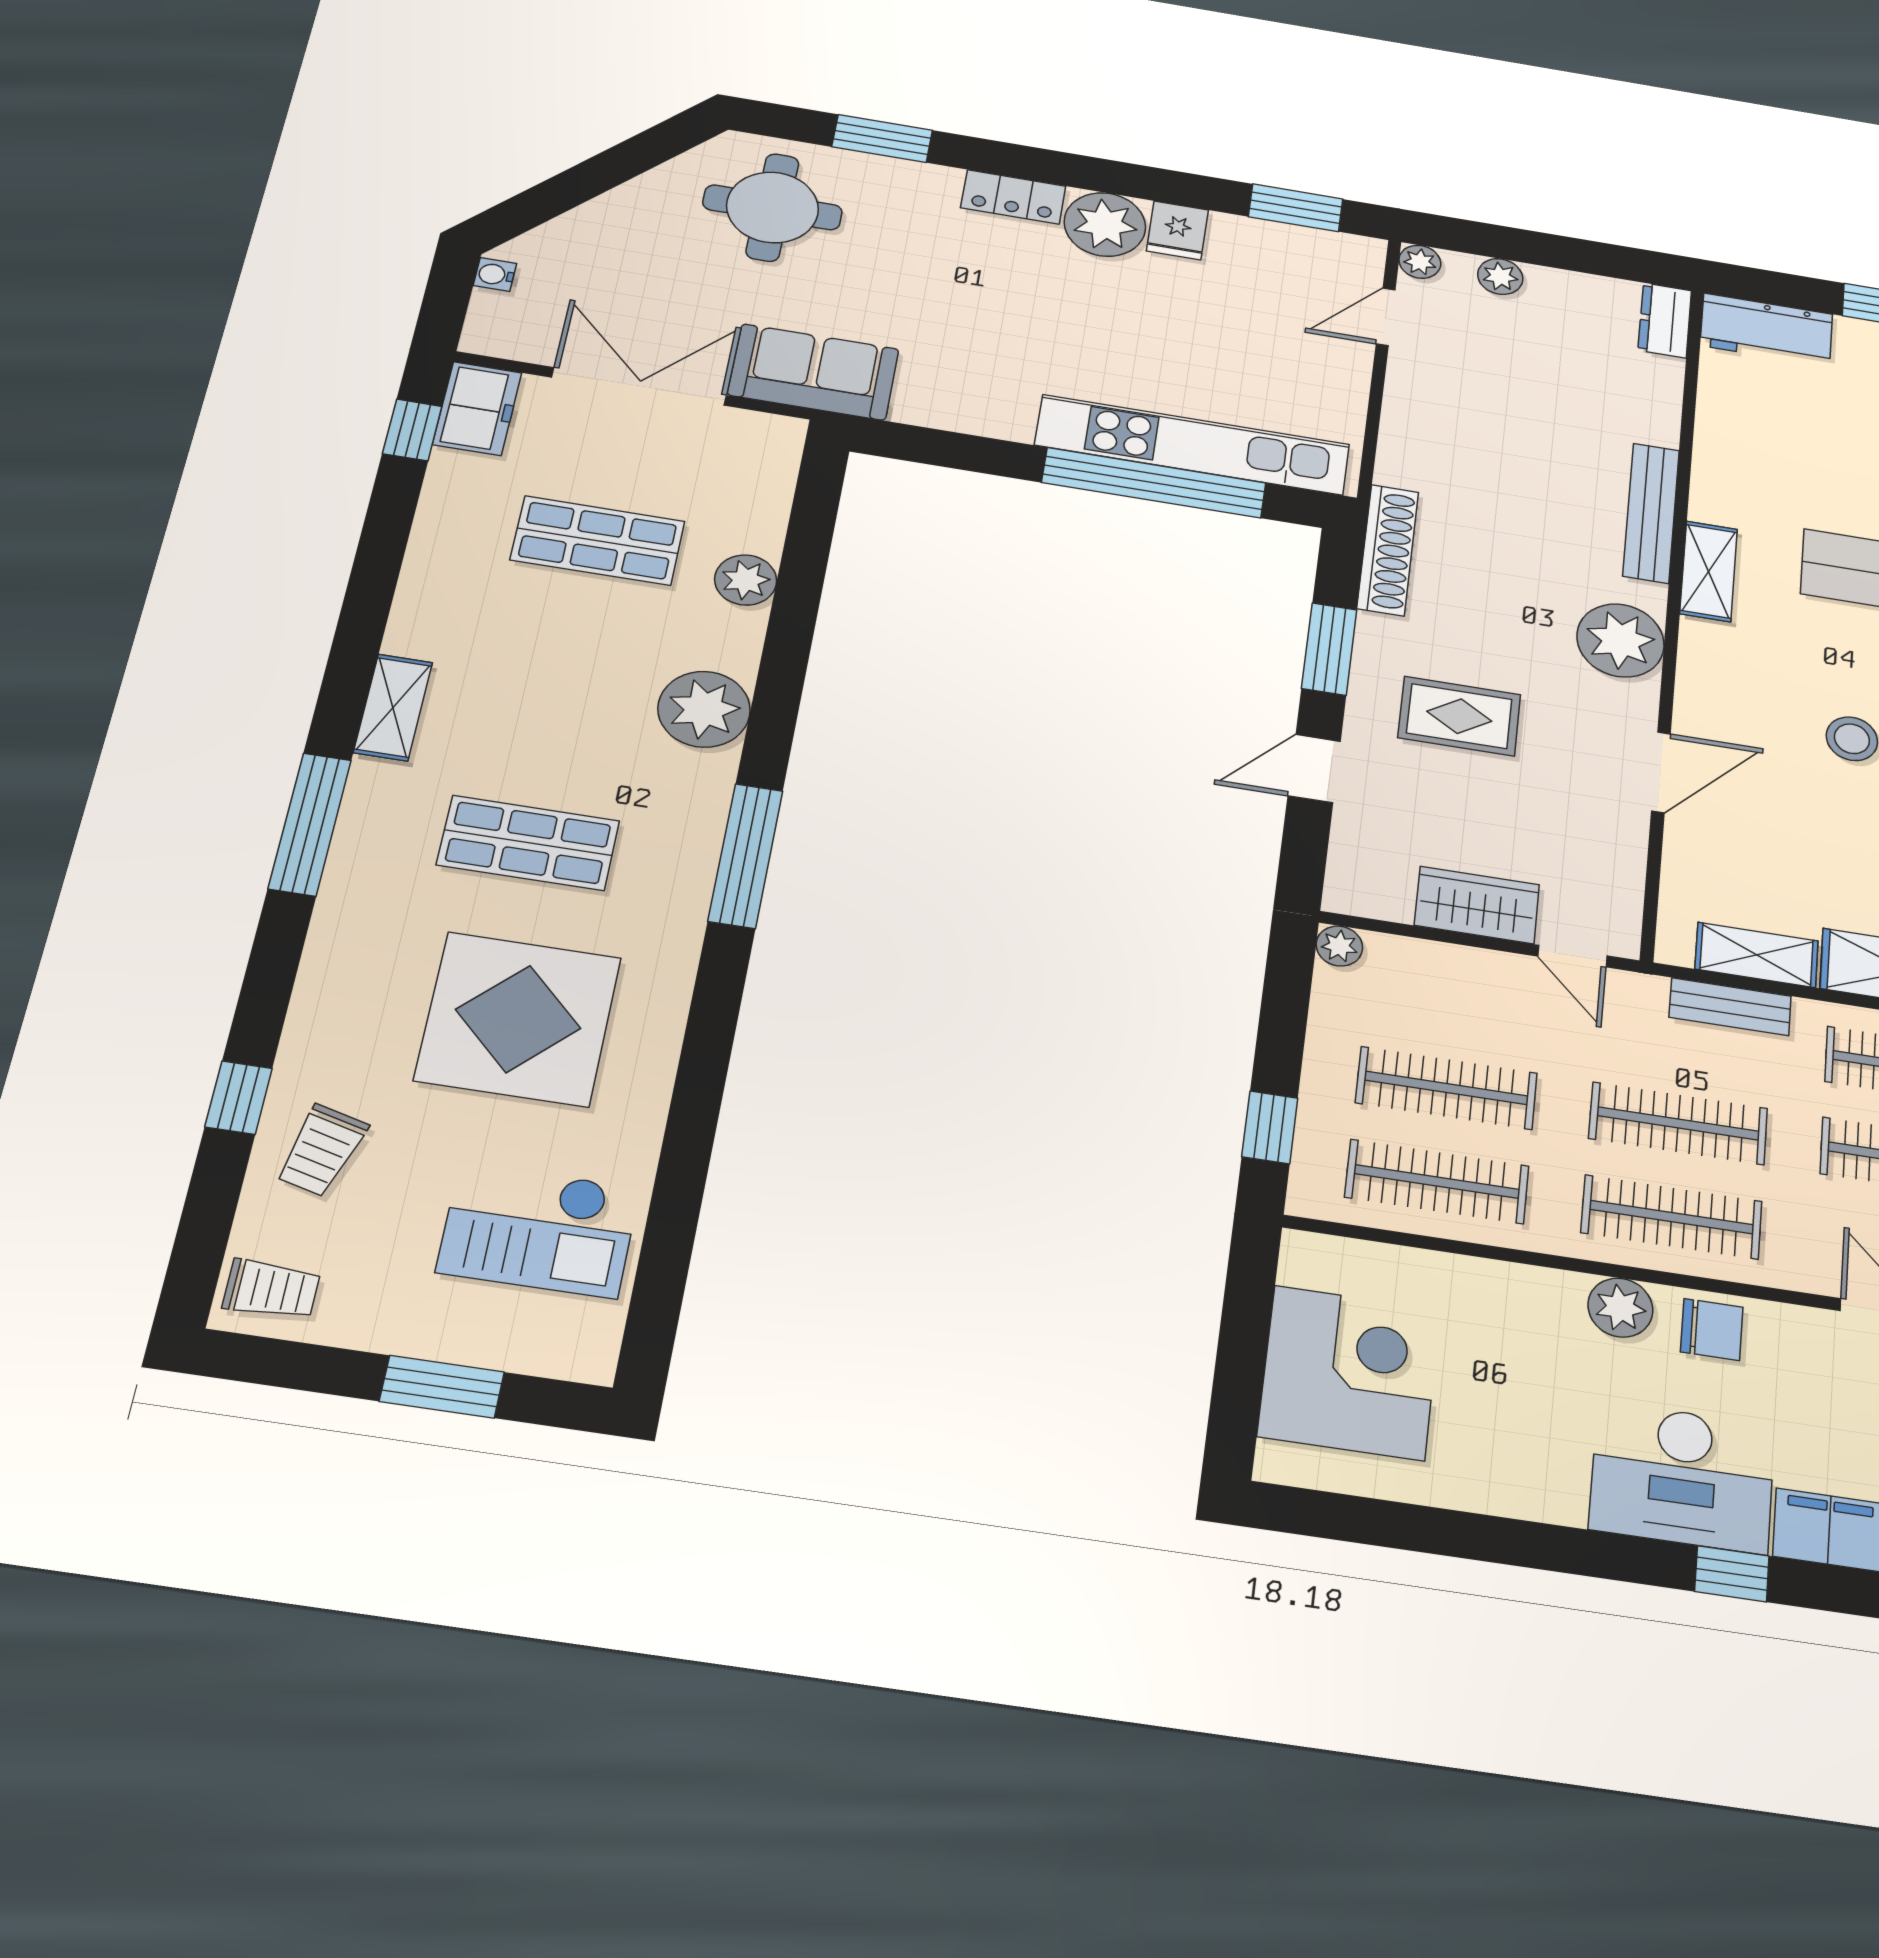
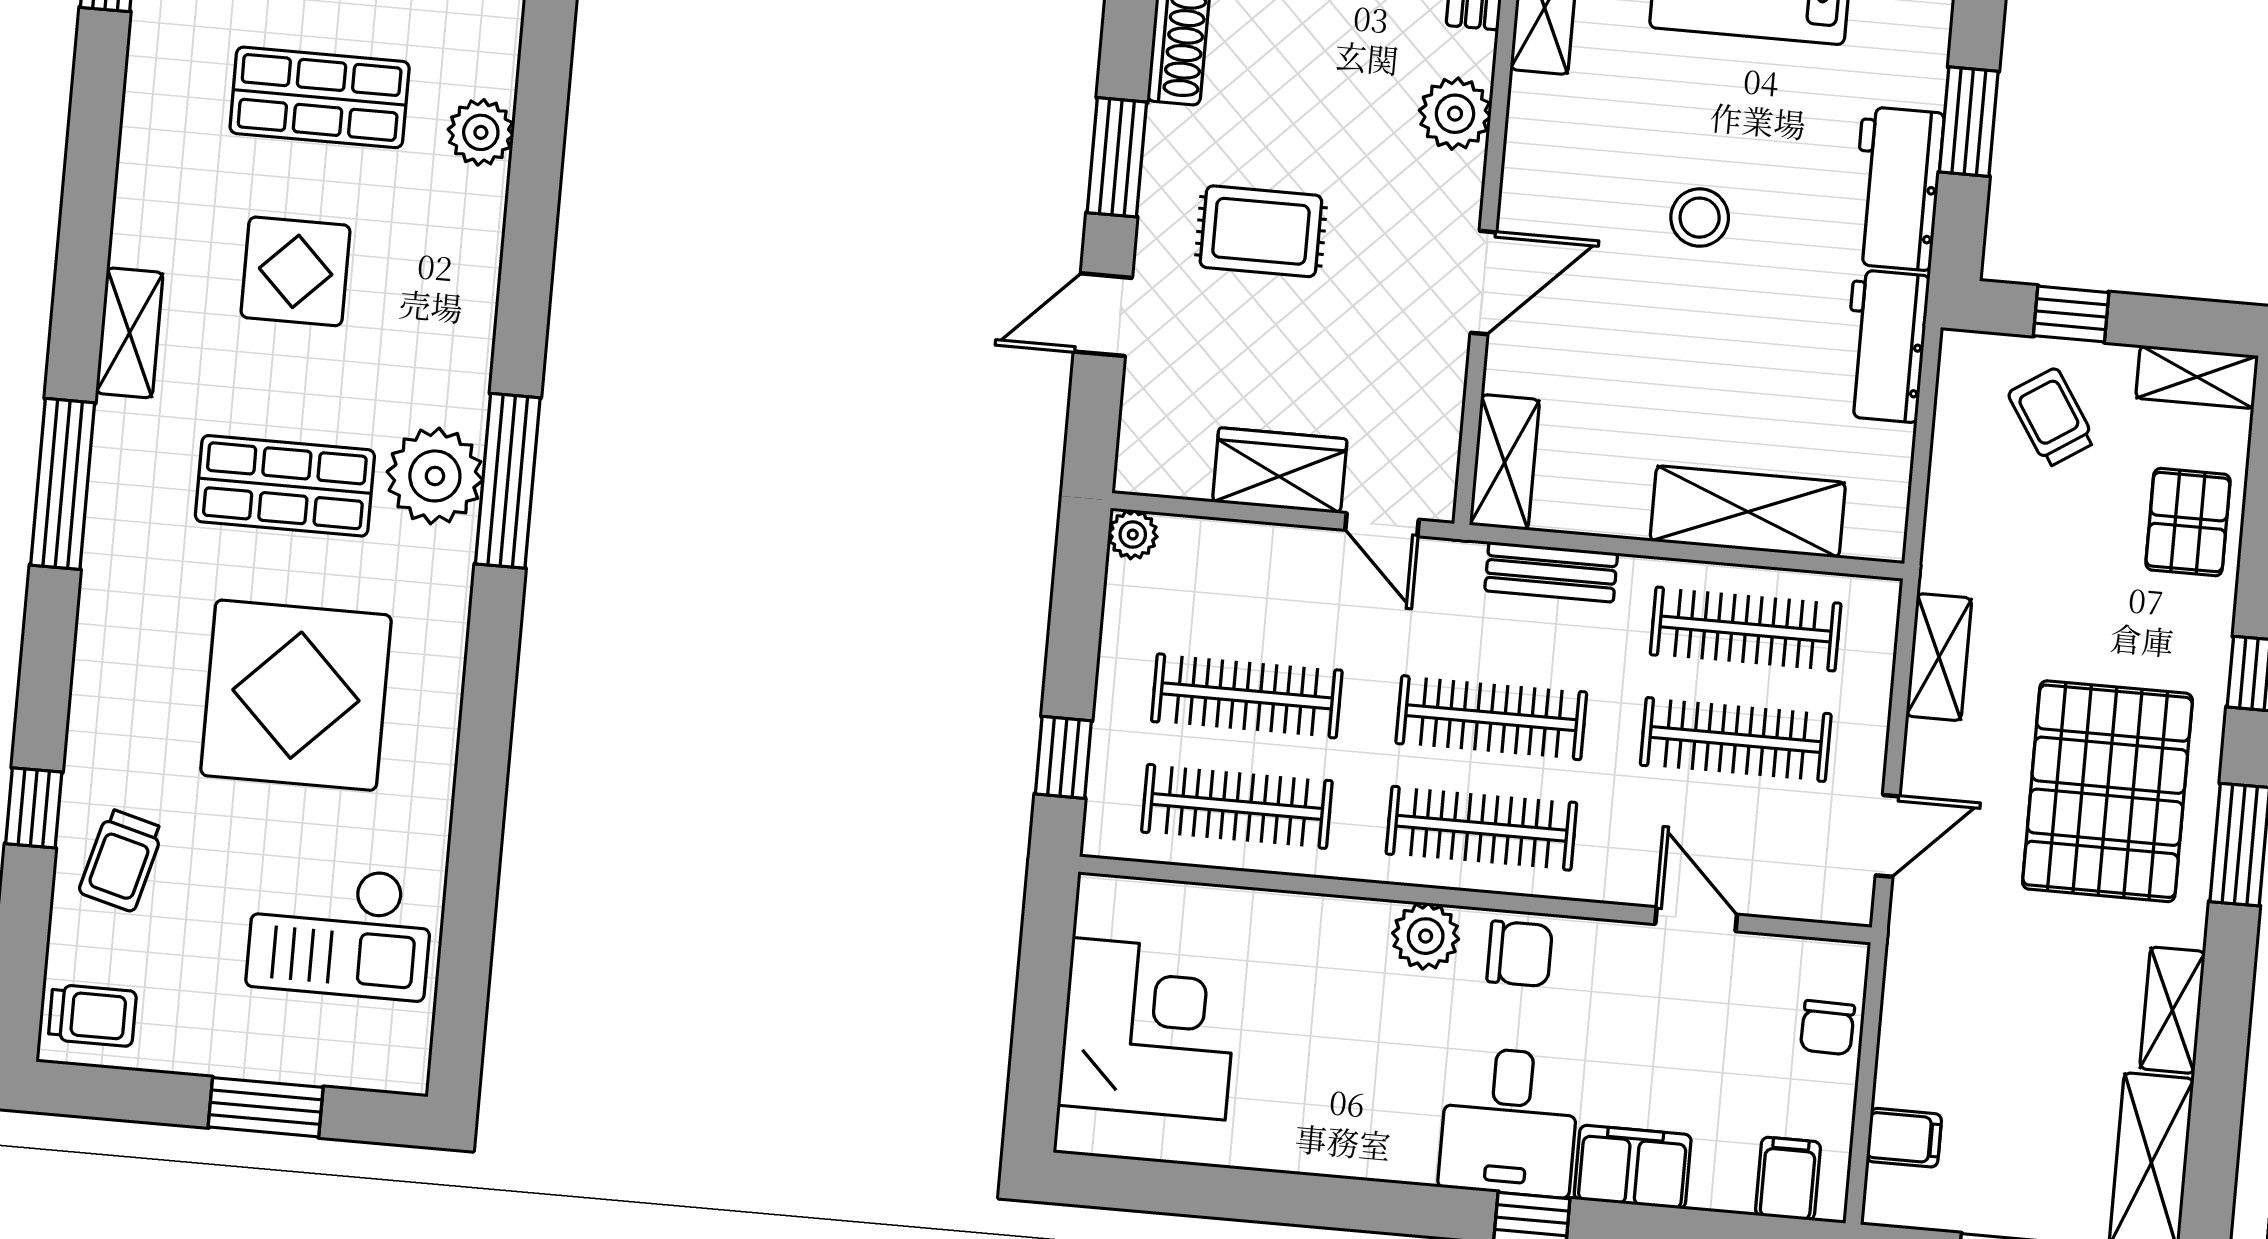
plant: (1620, 640) -> (1455, 114), width x0.73, depth x0.73
display table: (559, 672) -> (296, 271), added
plant: (704, 709) -> (435, 476), moved
shelving: (1757, 955) -> (1505, 462), moved, turned 90
desk: (1682, 1477) -> (1509, 1122), width x0.73

